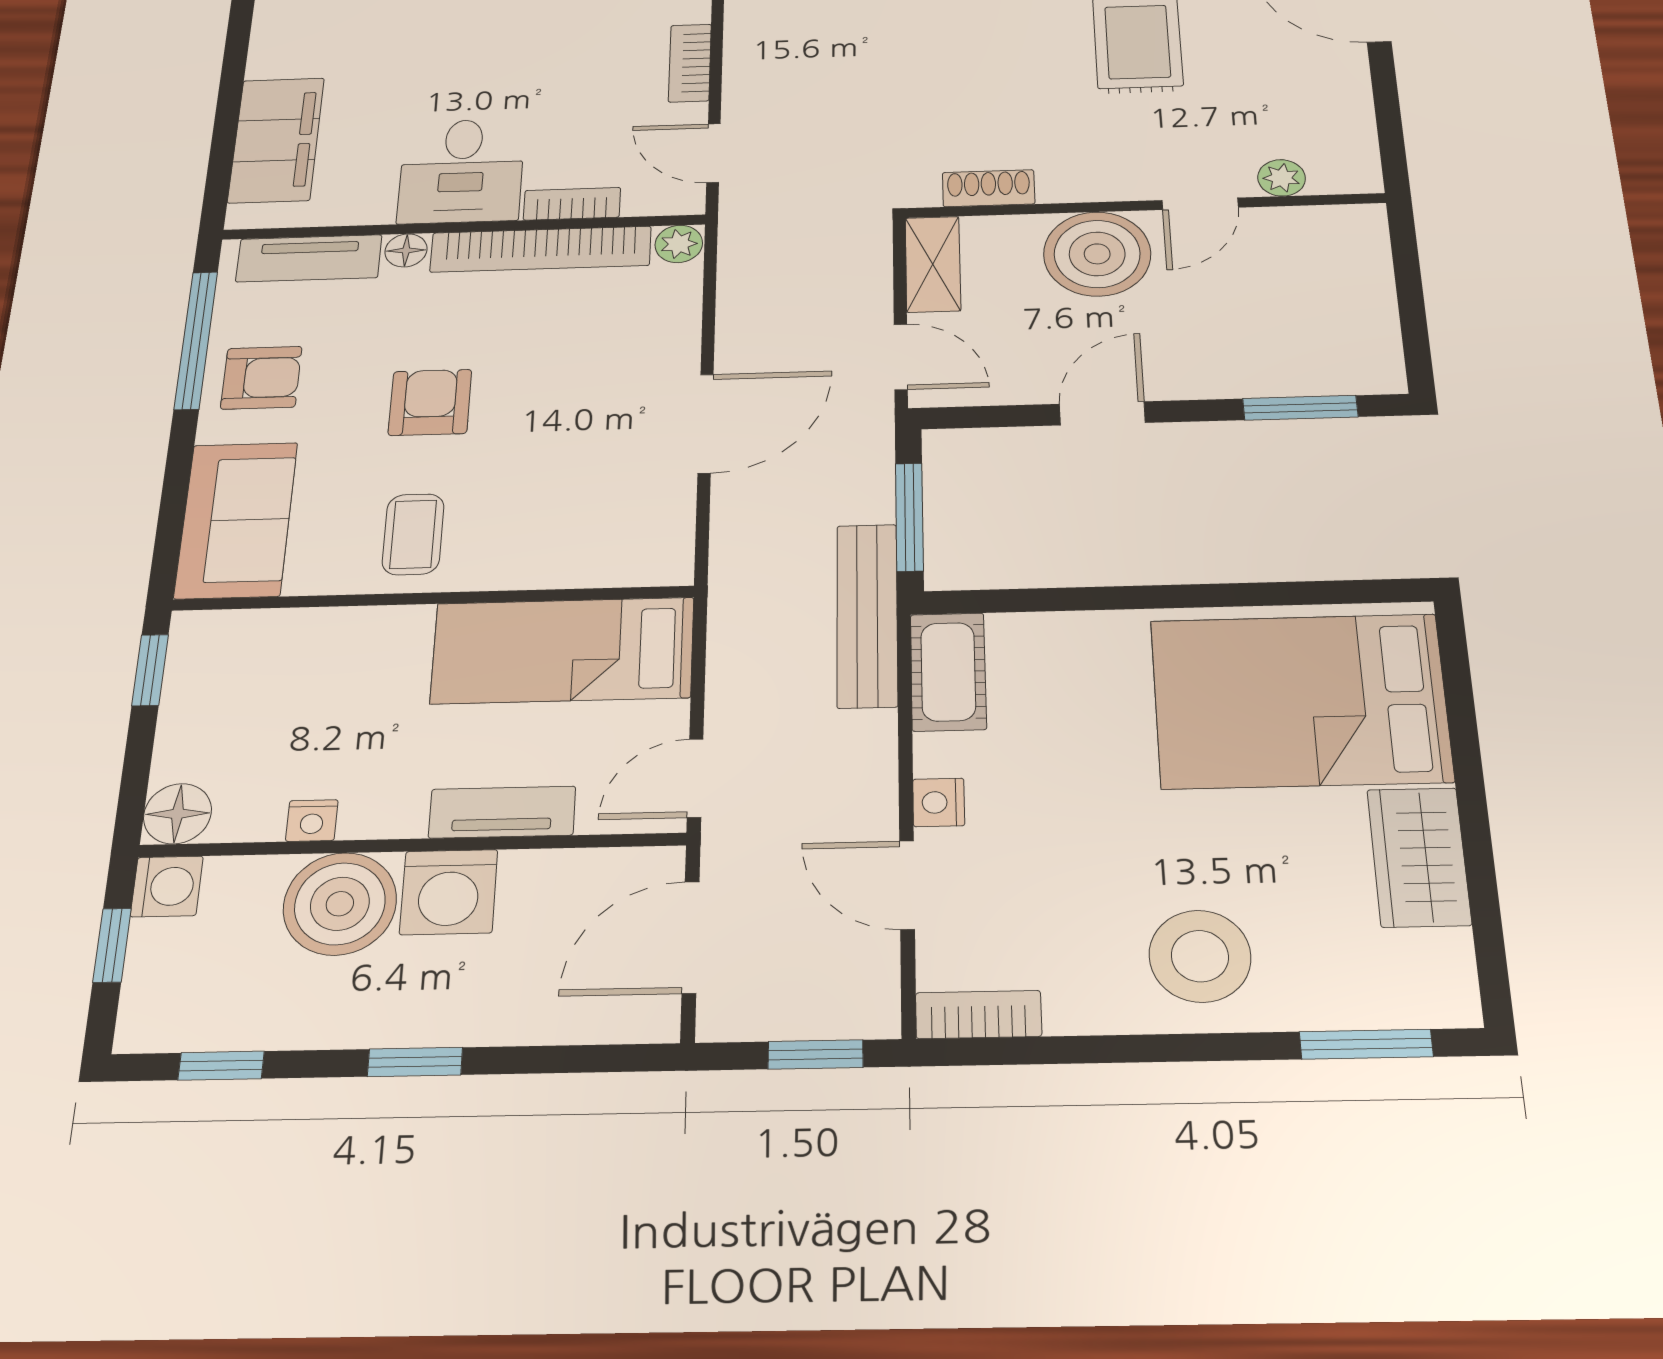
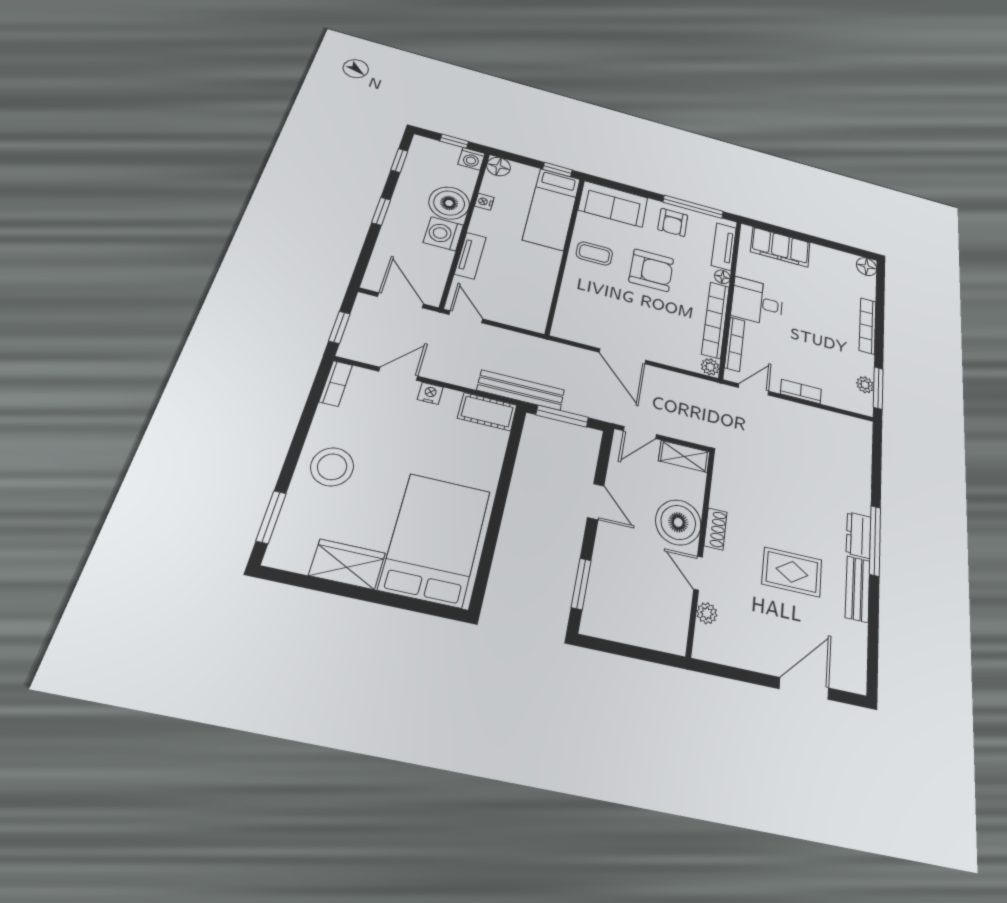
shoe rack: (989, 188) -> (715, 529), moved
bookcase: (572, 204) -> (735, 344), width x1.56
armchair: (430, 402) -> (651, 270), width x1.38, depth x1.38
bed: (563, 650) -> (552, 209), moved, turned 180

